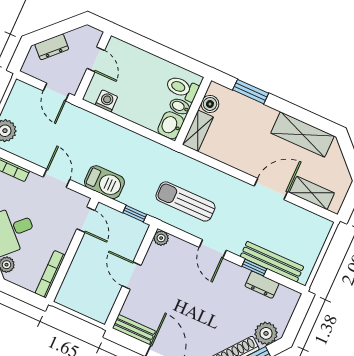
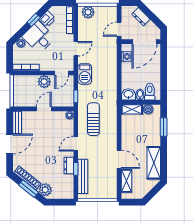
door: (96, 59) -> (145, 42), width x1.88
plant: (87, 255) -> (44, 82), added
dresser: (262, 285) -> (69, 165), moved

